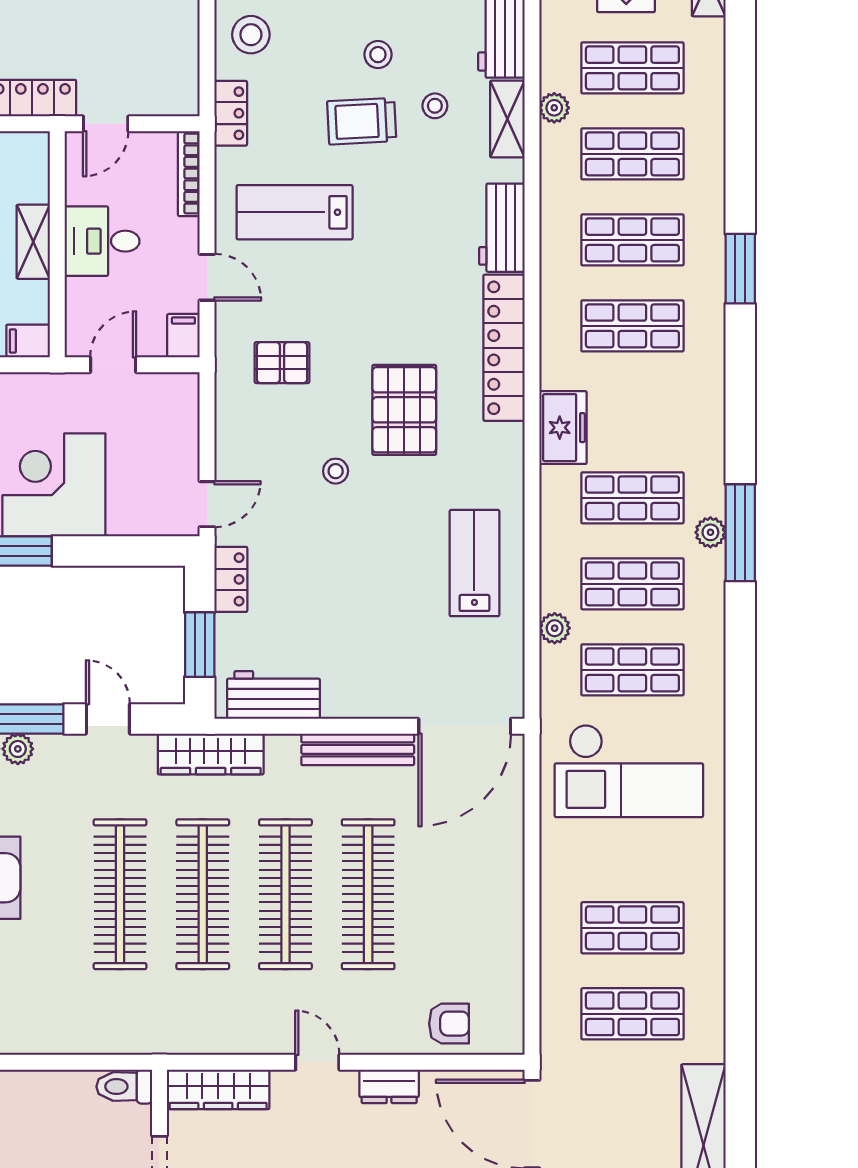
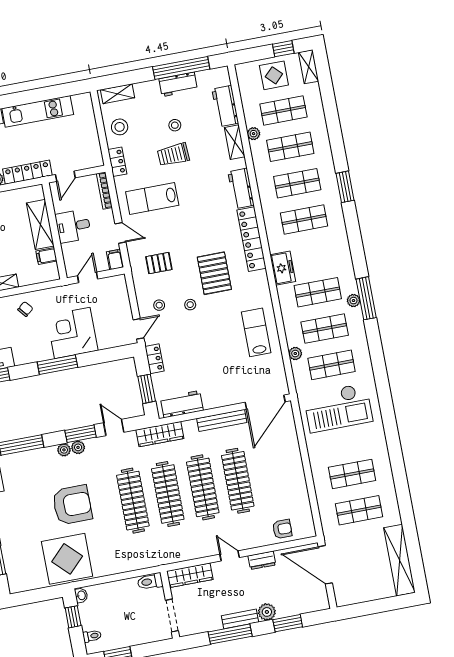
stool: (435, 106) -> (159, 305), moved
shelving: (33, 242) -> (40, 224), width x1.50, depth x1.33
filing cabinet: (28, 341) -> (46, 256), moved

